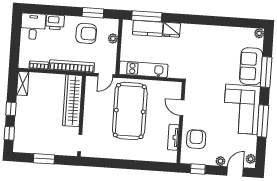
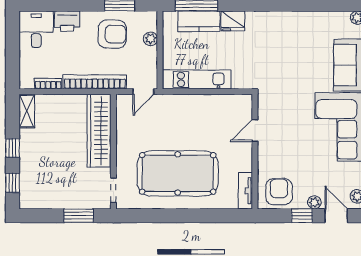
door: (182, 108) -> (255, 131), hinge flipped
pool table: (130, 111) -> (178, 173), moved, turned 90
tv unit: (173, 137) -> (245, 191), moved
armchair: (196, 139) -> (279, 192), moved
window: (44, 159) -> (79, 216), moved
window: (198, 169) -> (302, 216), moved
door: (235, 171) -> (336, 216), hinge flipped

